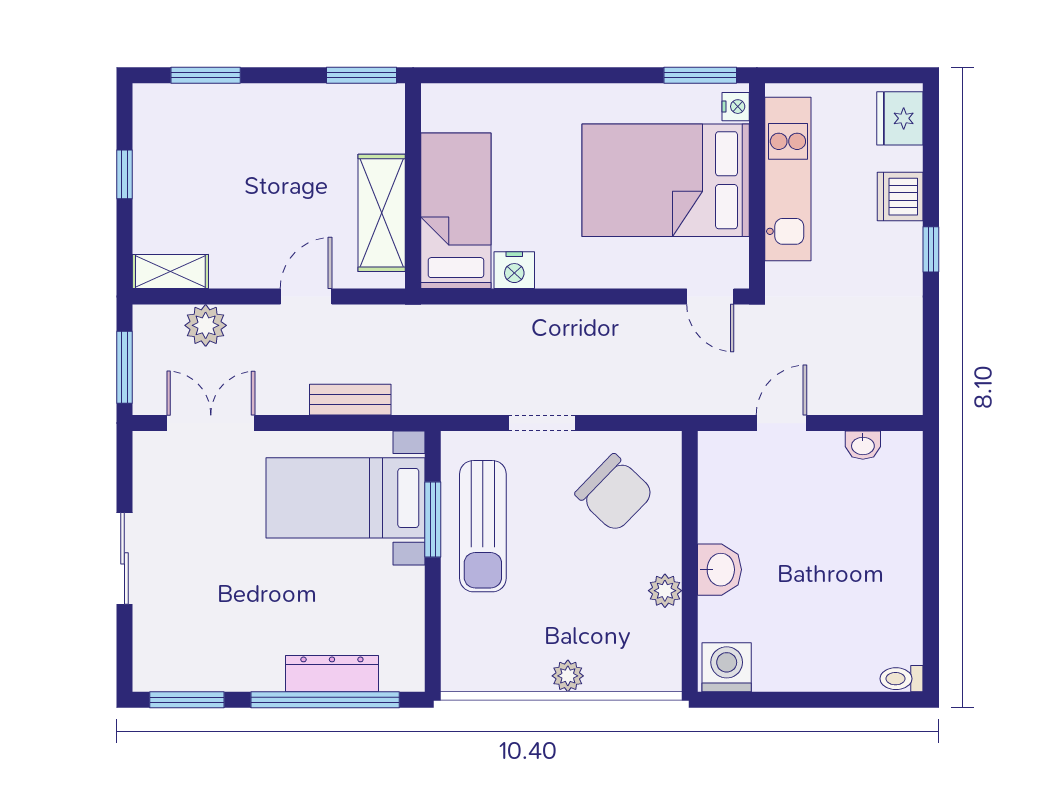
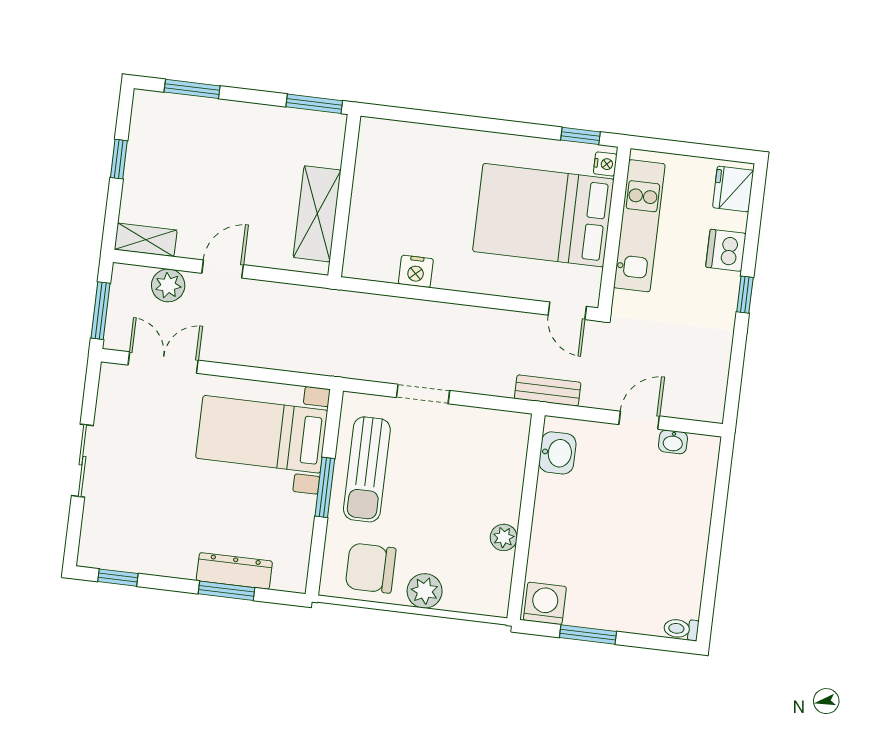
window: (700, 75) -> (580, 136), width x0.67
bed: (456, 211) -> (376, 219), removed
door: (306, 297) -> (223, 269), moved
bench: (350, 400) -> (548, 390), moved
door: (781, 423) -> (639, 420), moved
chair: (615, 493) -> (371, 568), moved, turned 136
window: (433, 519) -> (325, 487), moved
washbasin: (720, 570) -> (557, 453), moved
plant: (568, 676) -> (425, 591), width x1.38, depth x1.38
window: (187, 700) -> (118, 578), width x0.67
window: (325, 700) -> (226, 591), width x0.47
window: (785, 700) -> (588, 634), added

